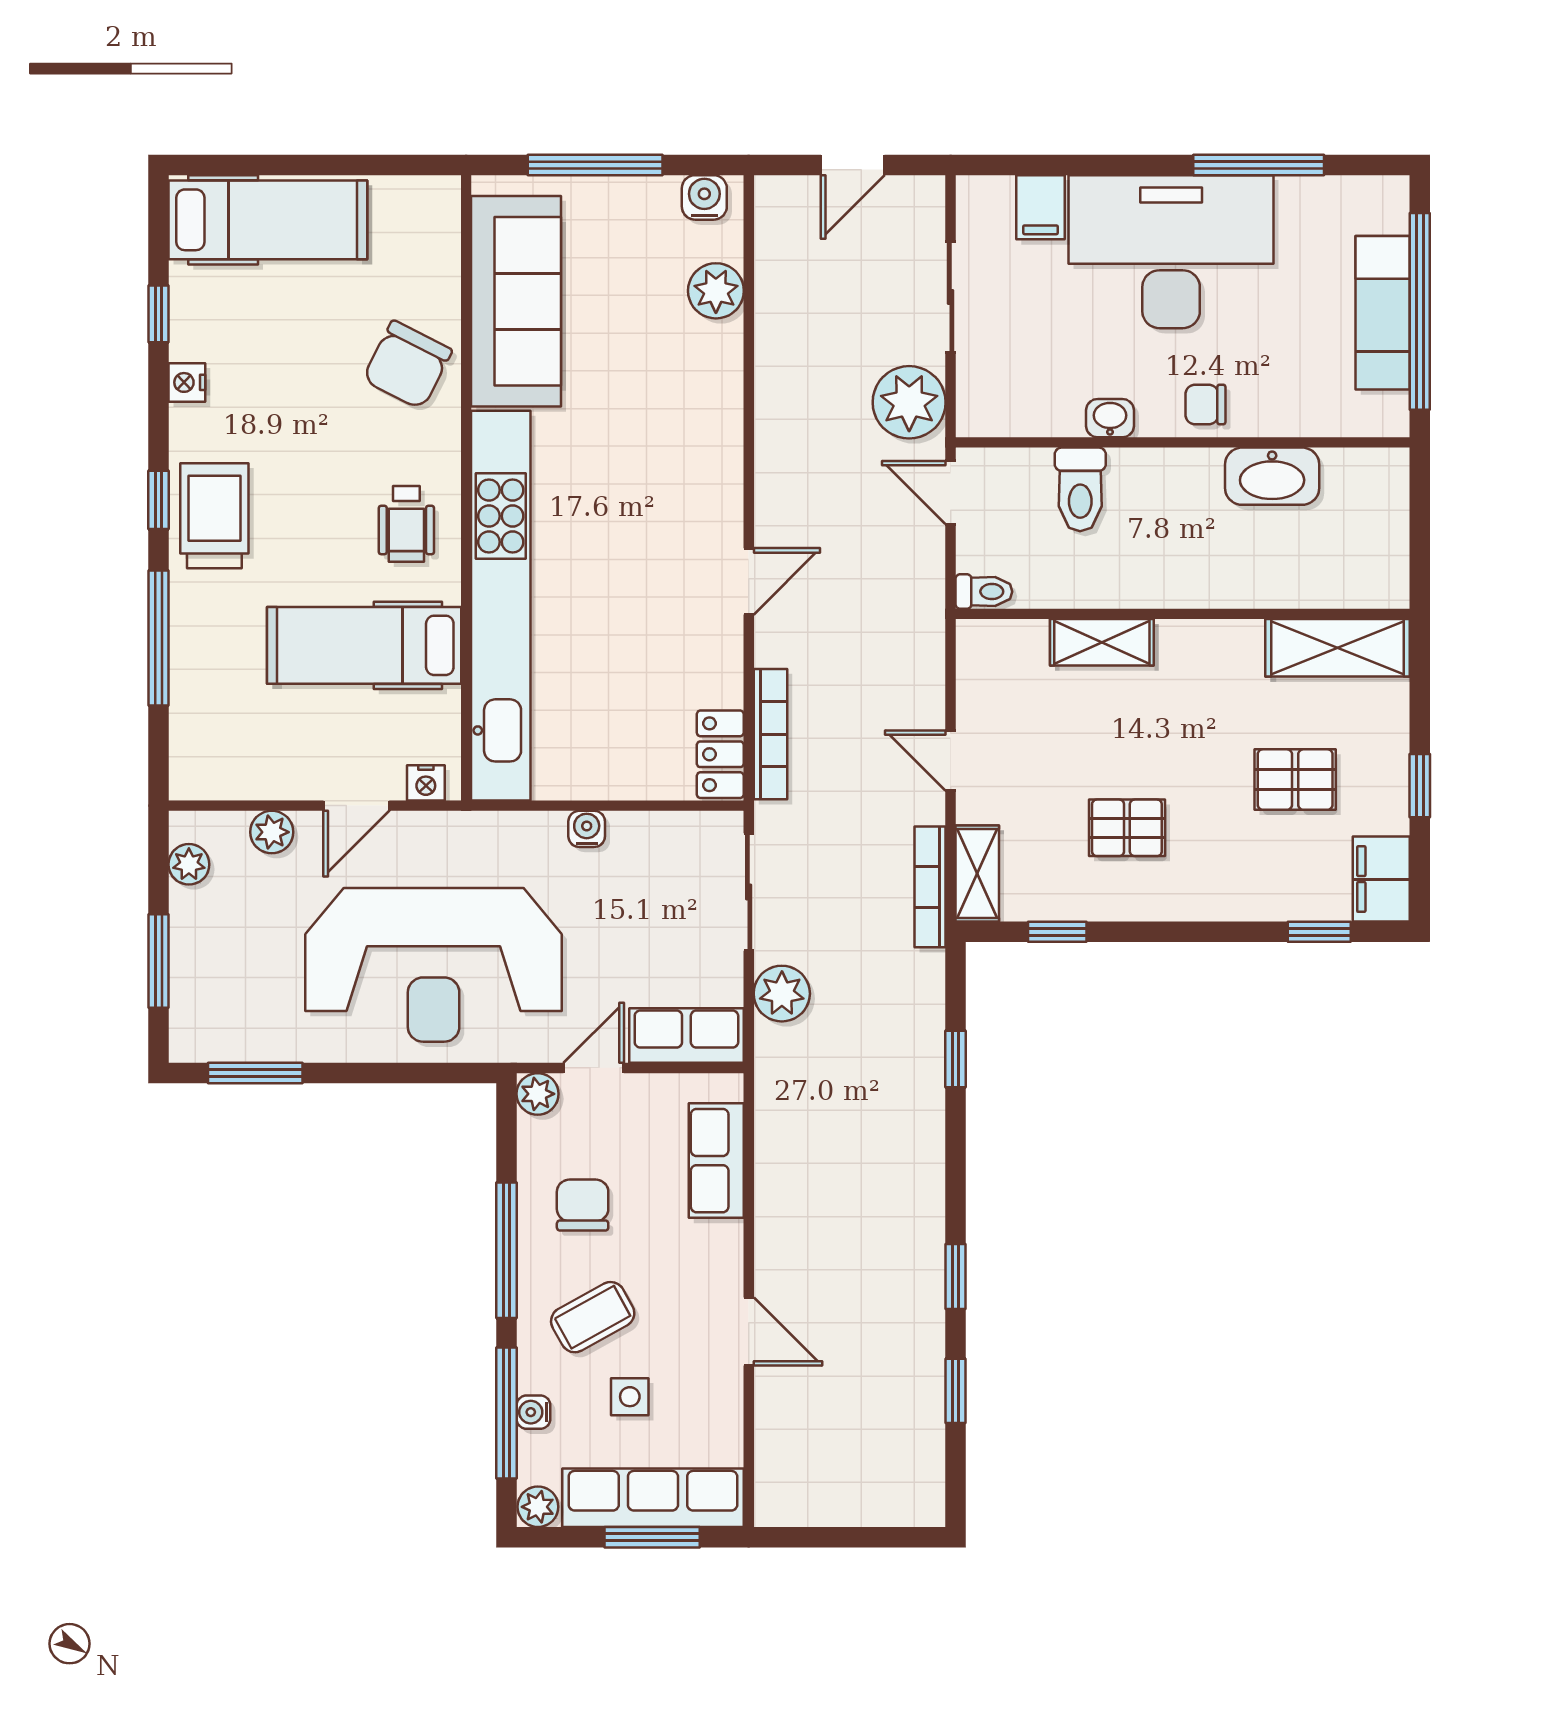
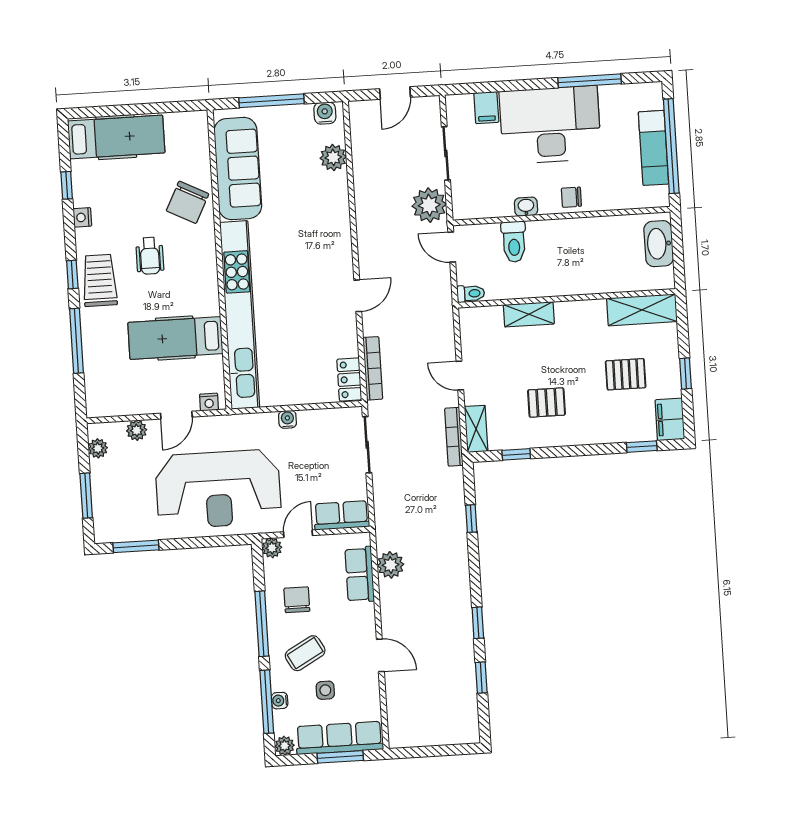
washbasin: (1272, 476) -> (659, 244), moved, turned 90
wheelchair: (406, 524) -> (150, 256), moved
plant: (782, 994) -> (391, 565), moved

